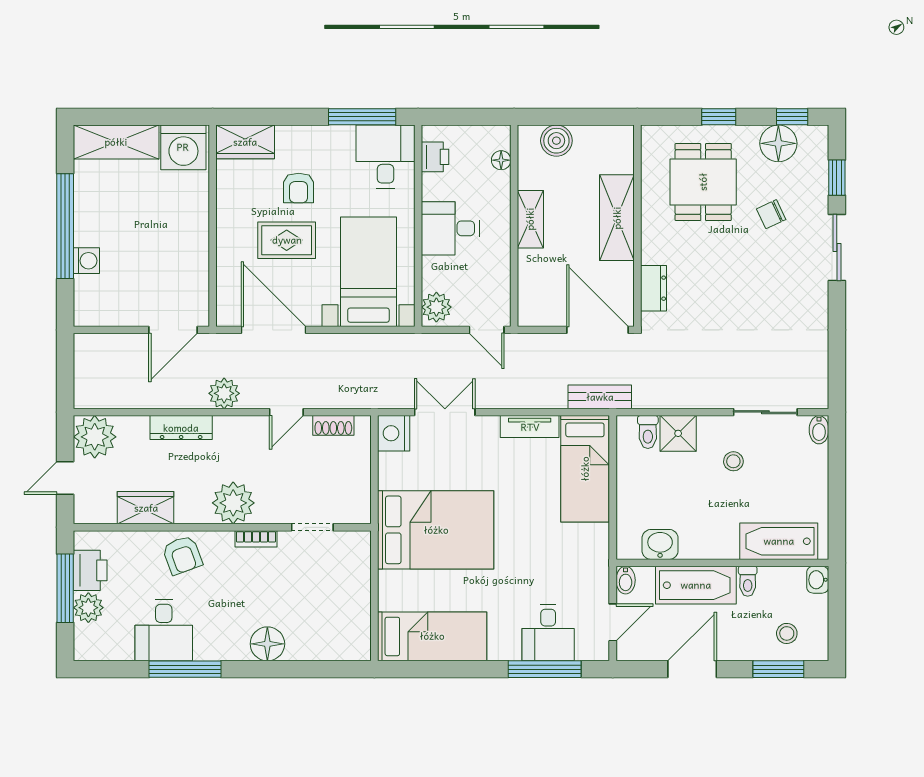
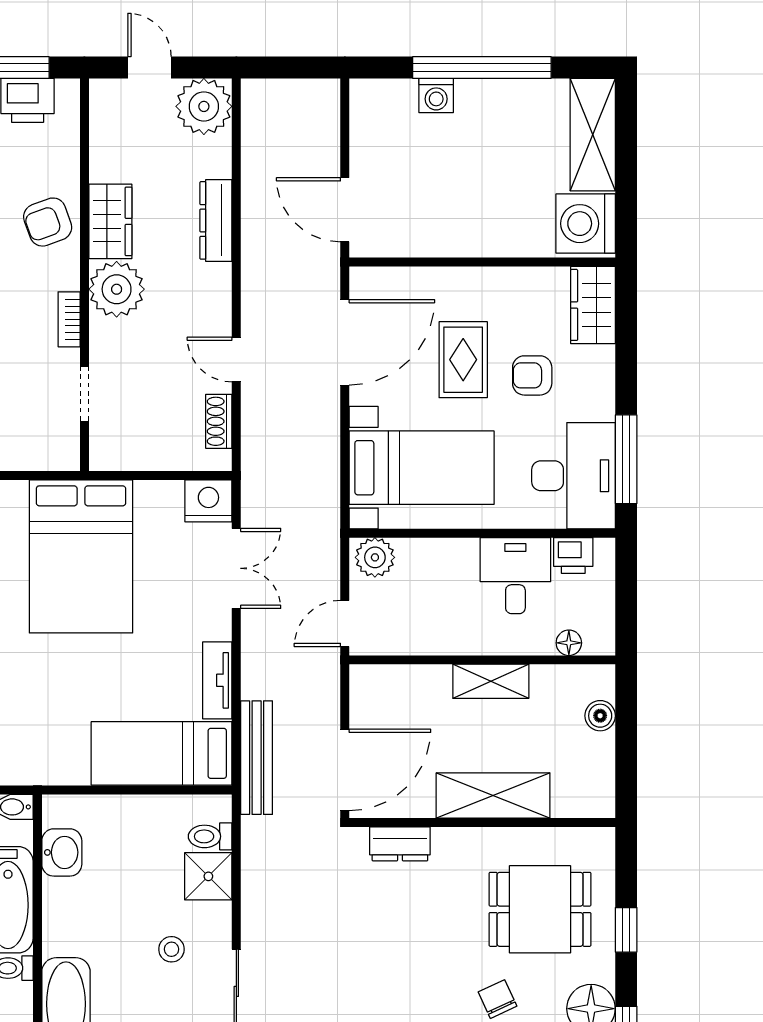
boiler: (556, 141) -> (600, 716), width x0.73, depth x0.73
desk: (386, 157) -> (574, 476), width x1.37
desk: (450, 228) -> (515, 576), moved
plant: (224, 393) -> (261, 277), removed
bench: (600, 397) -> (257, 758), width x1.36
wardrobe: (146, 508) -> (110, 221), moved

